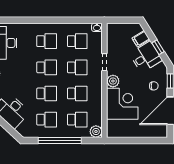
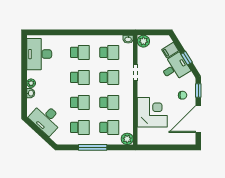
plant: (113, 81) -> (143, 41), moved
window: (60, 140) -> (93, 147), width x0.68

